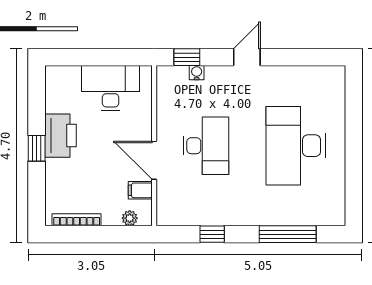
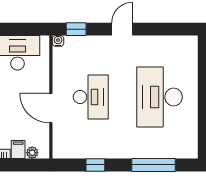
water cooler: (197, 73) -> (58, 41), moved
filing cabinet: (140, 190) -> (18, 150), moved, turned 90

